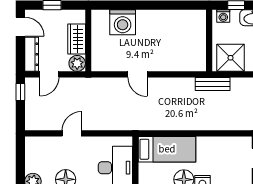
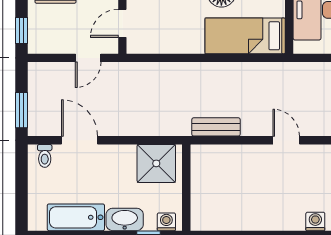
washing machine: (123, 22) -> (315, 221), width x0.53, depth x0.53
bench: (213, 84) -> (216, 127), moved

